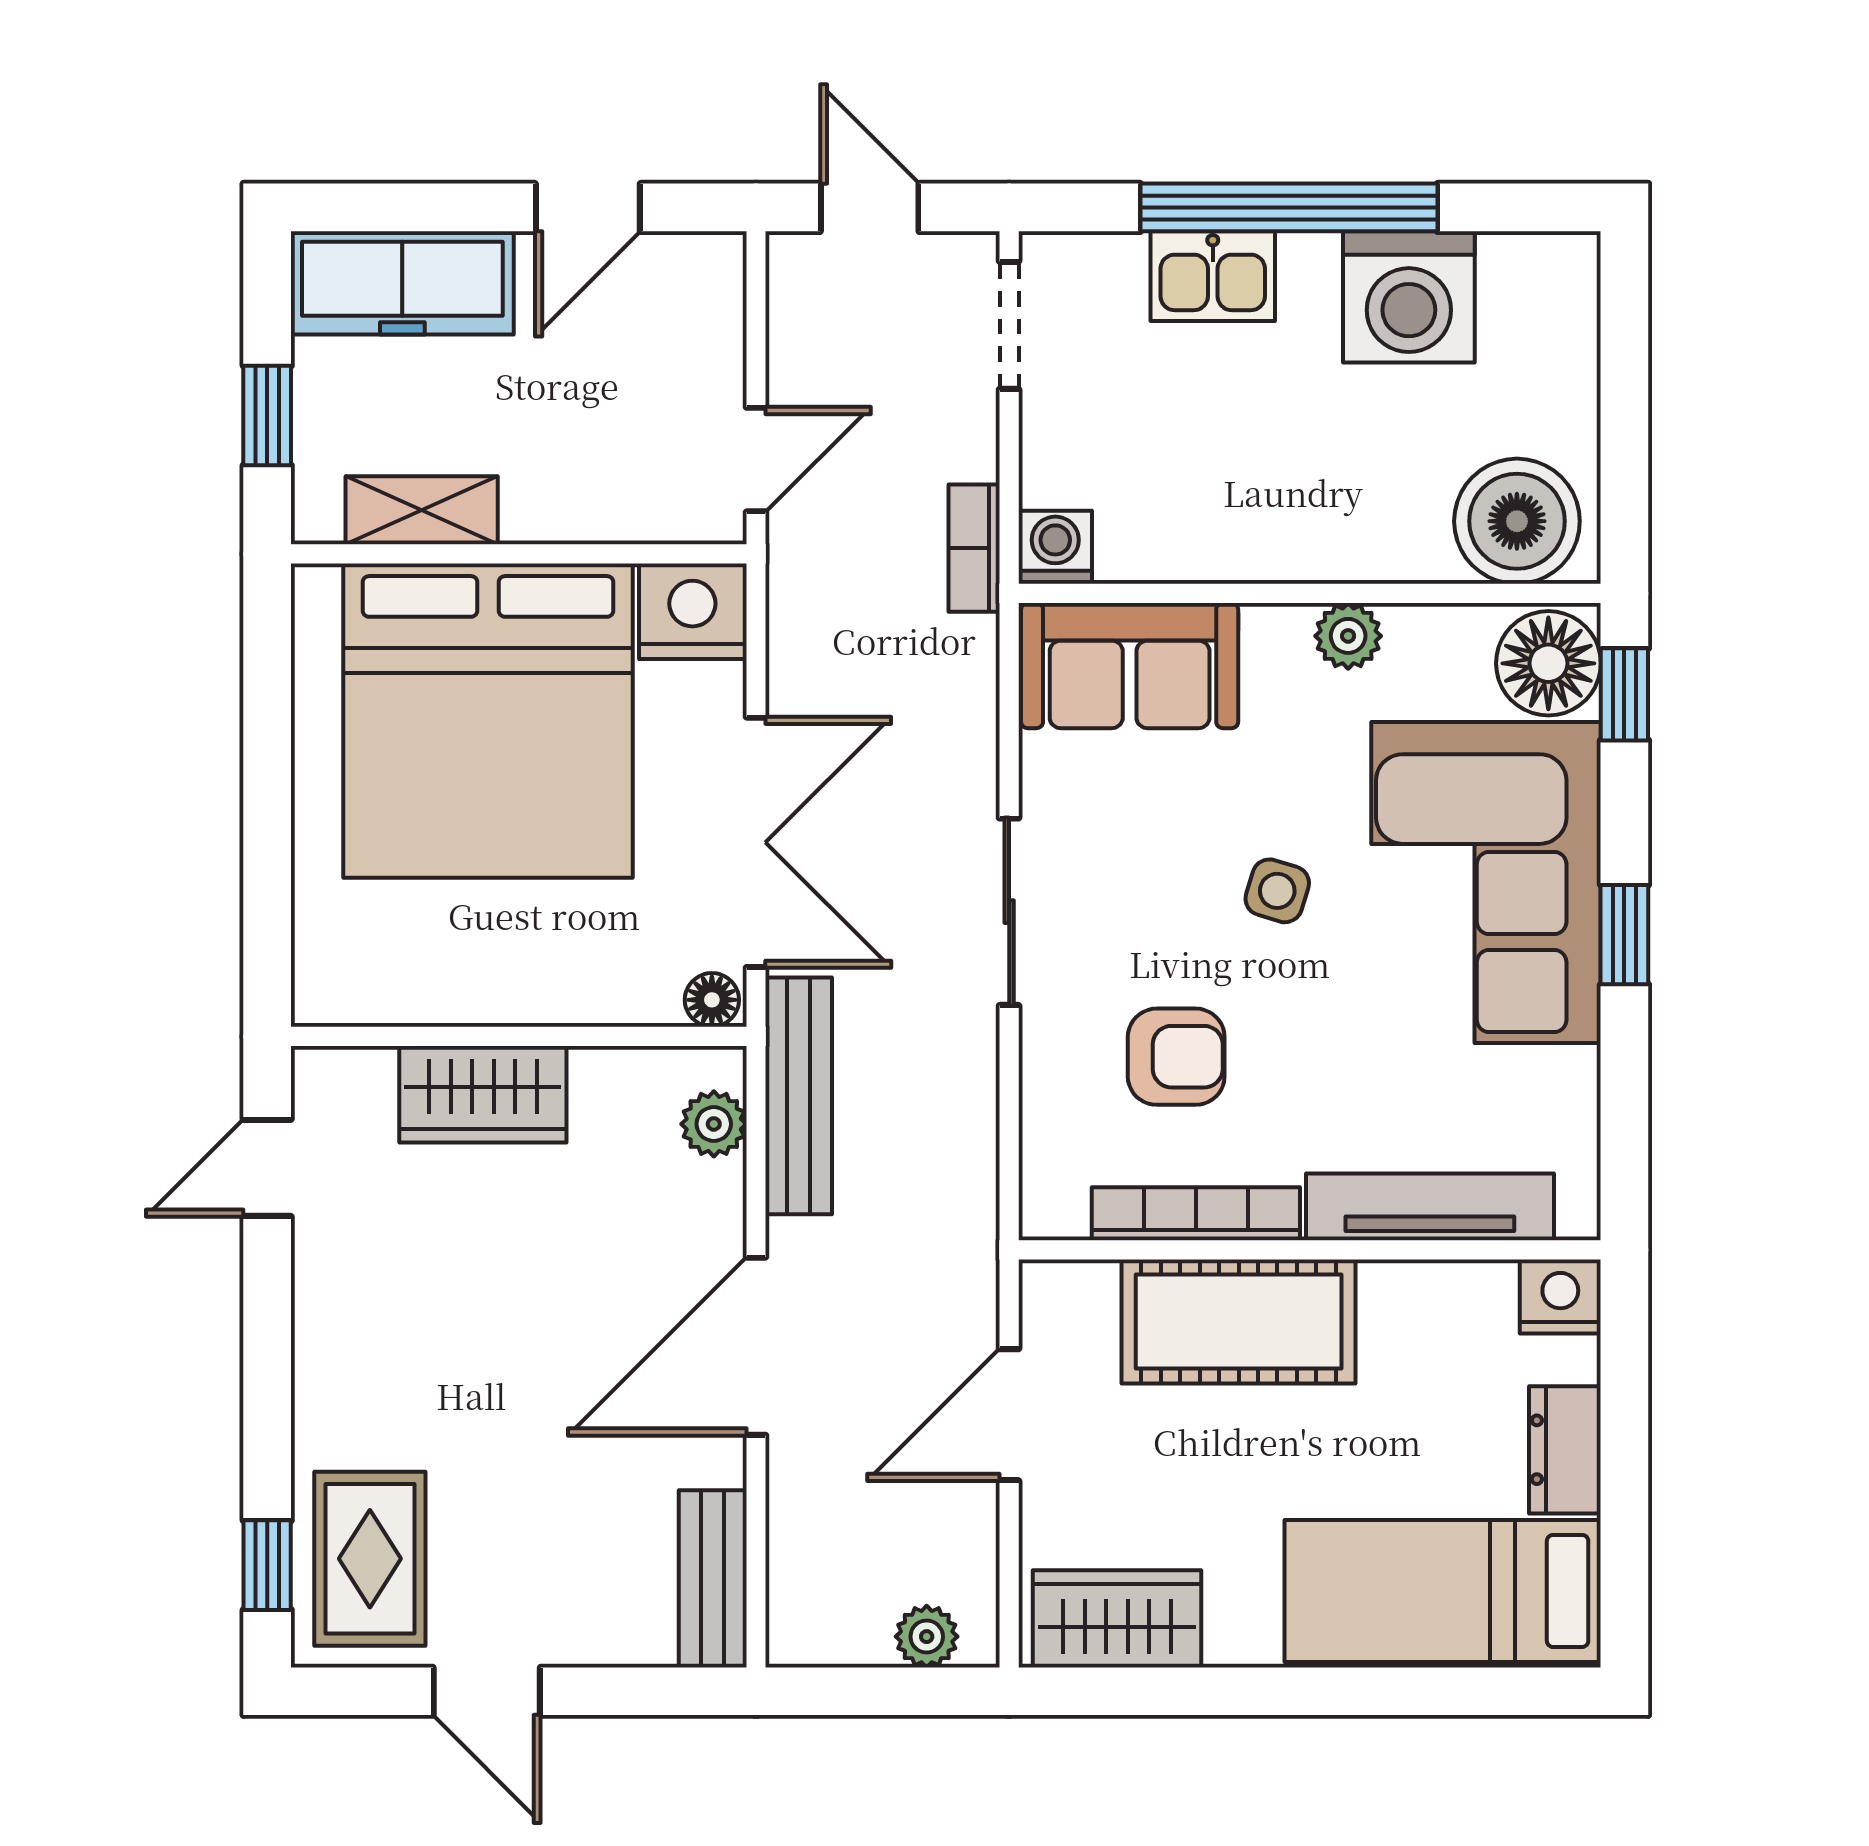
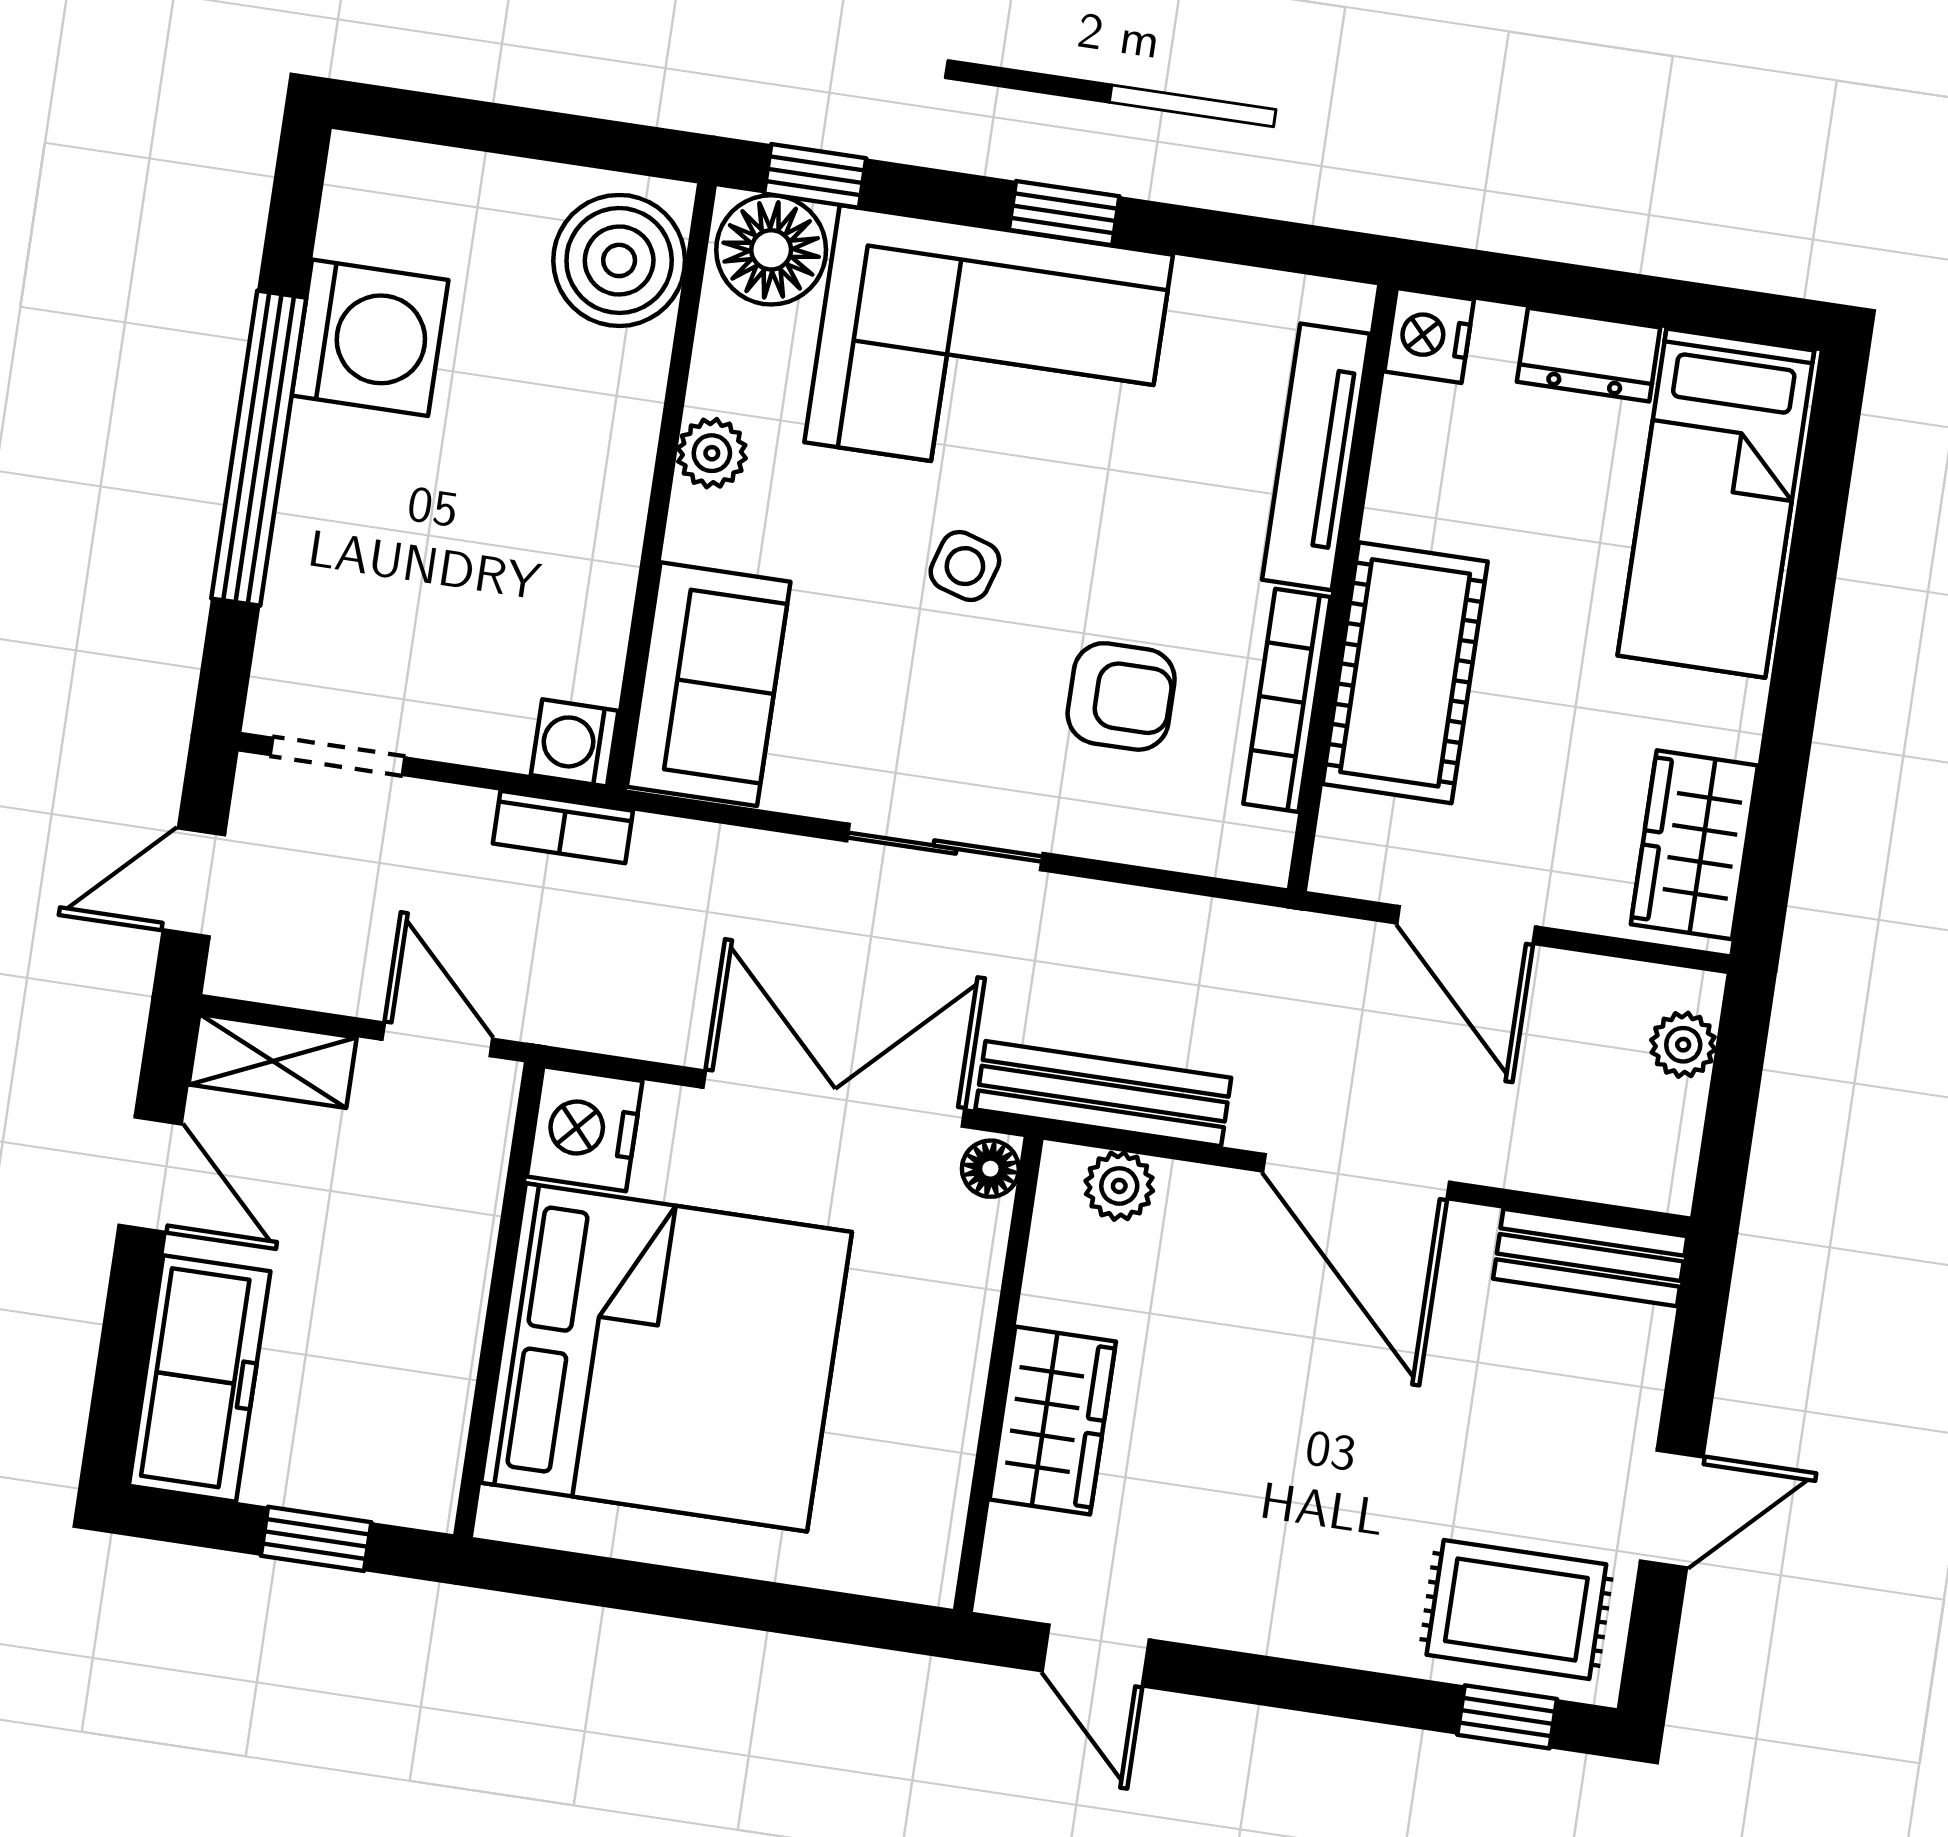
kitchen sink: (1213, 276) -> (318, 538), removed
shelving: (422, 510) -> (273, 1061), moved, turned 90
armchair: (1176, 1057) -> (1121, 696), turned 90

